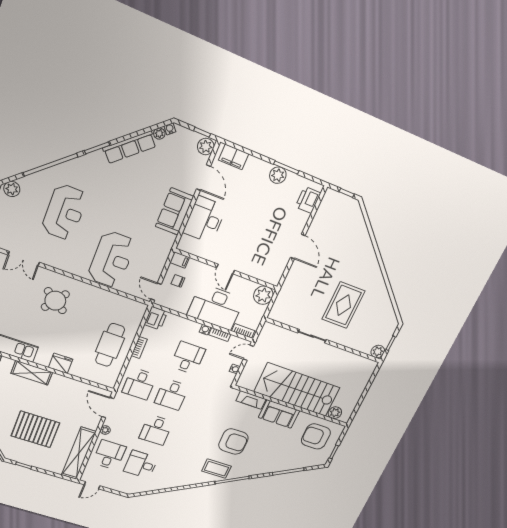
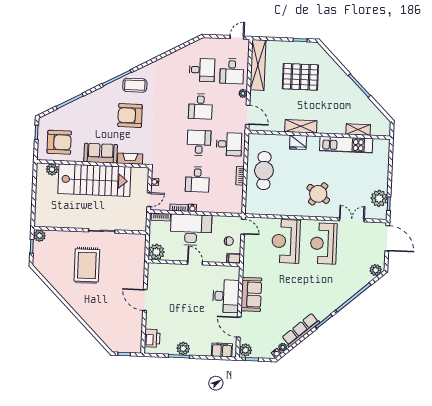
reception desk: (64, 212) -> (324, 244), moved
printer: (156, 318) -> (235, 205), removed
shelving: (32, 373) -> (301, 126), moved
desk: (139, 384) -> (229, 144), turned 90
desk: (156, 430) -> (200, 106), turned 180

